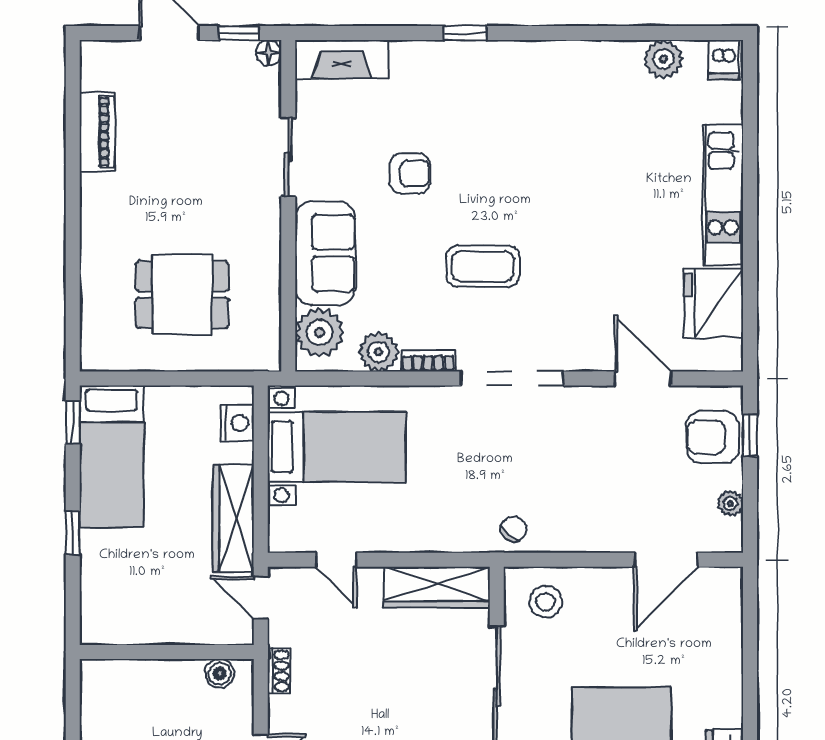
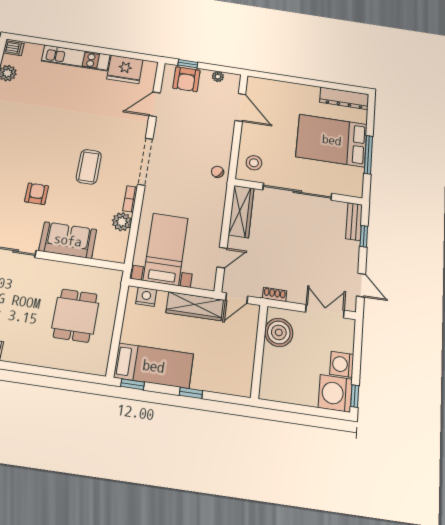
plant: (319, 332) -> (107, 249), removed
boiler: (220, 673) -> (279, 332), width x1.86, depth x1.86

